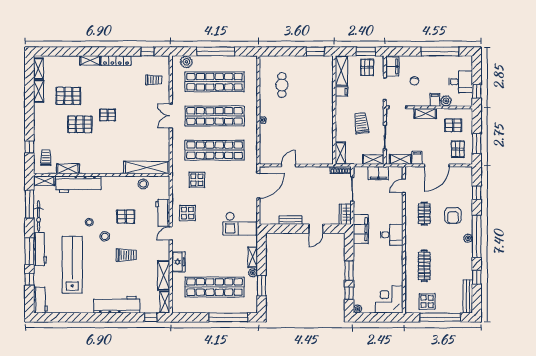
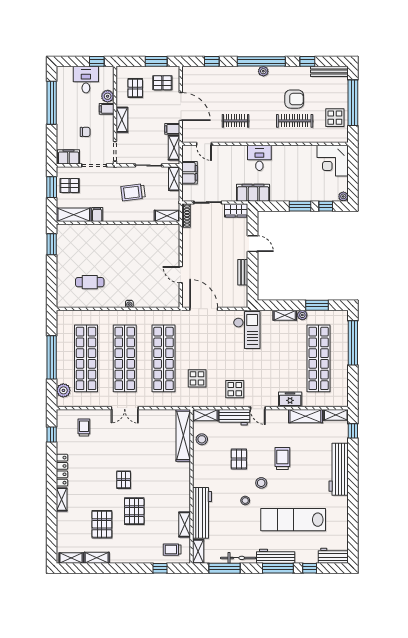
shelving: (165, 187) -> (205, 415), added
armchair: (453, 216) -> (294, 99), moved

